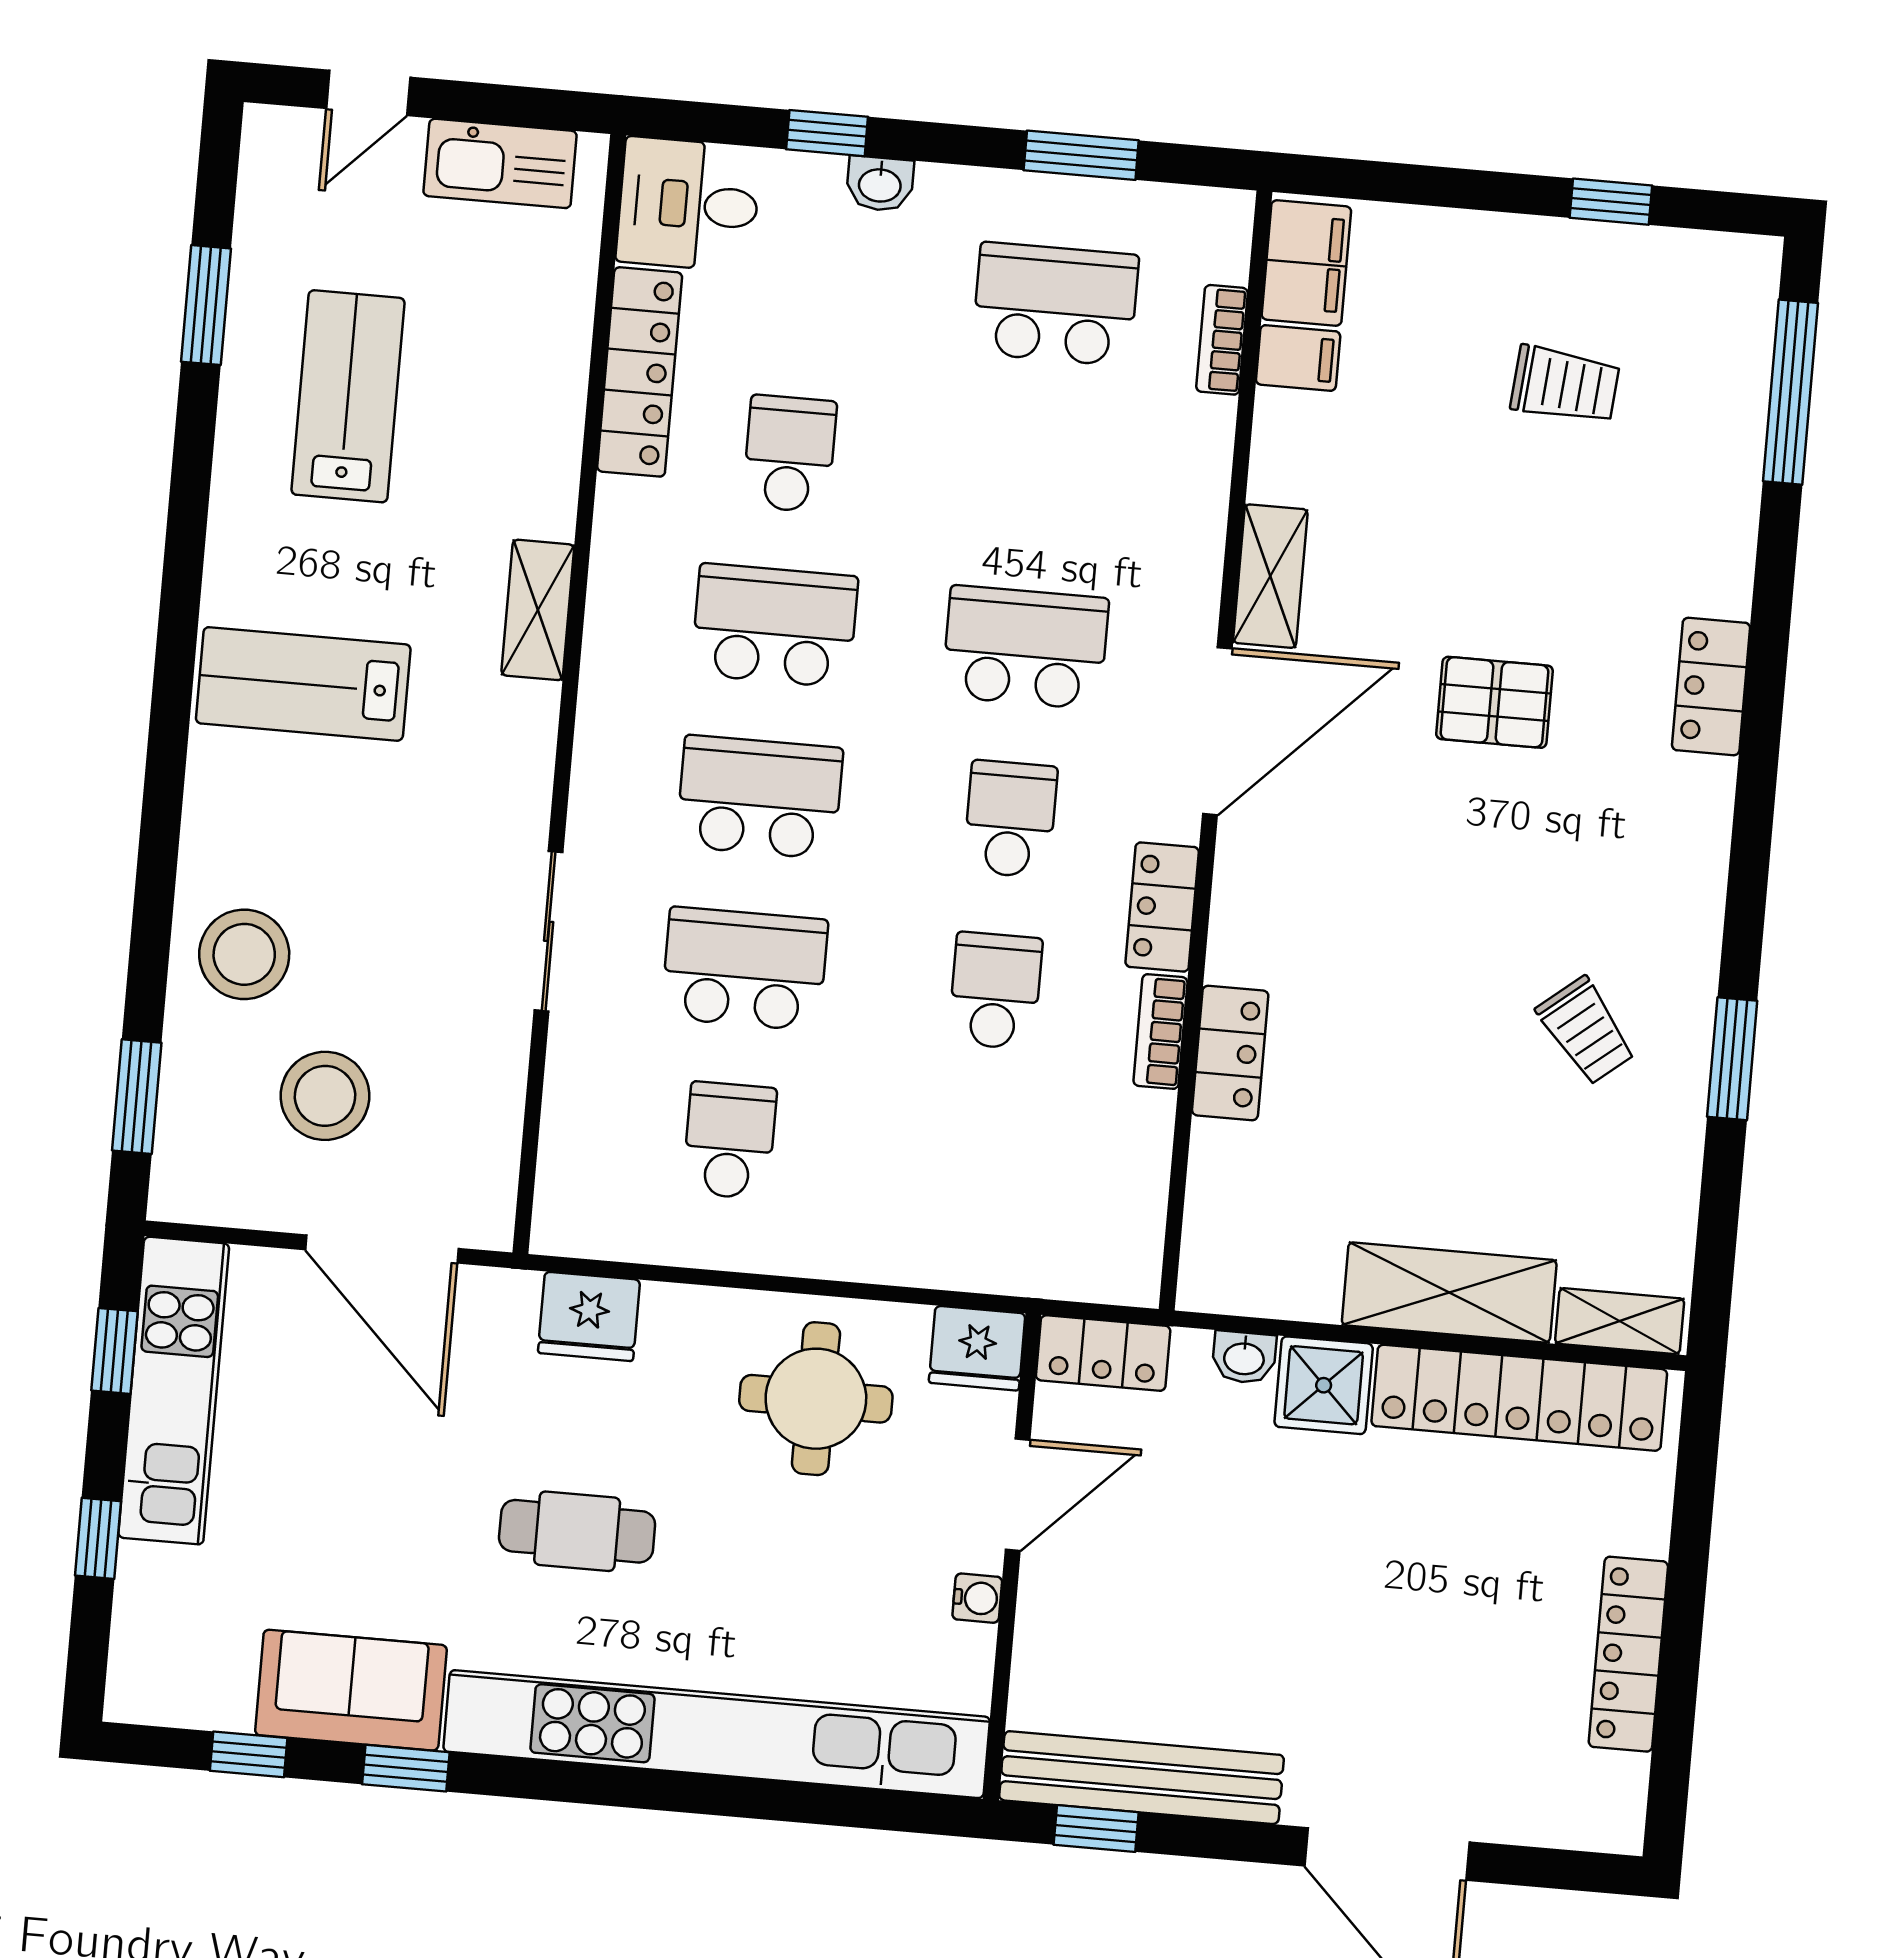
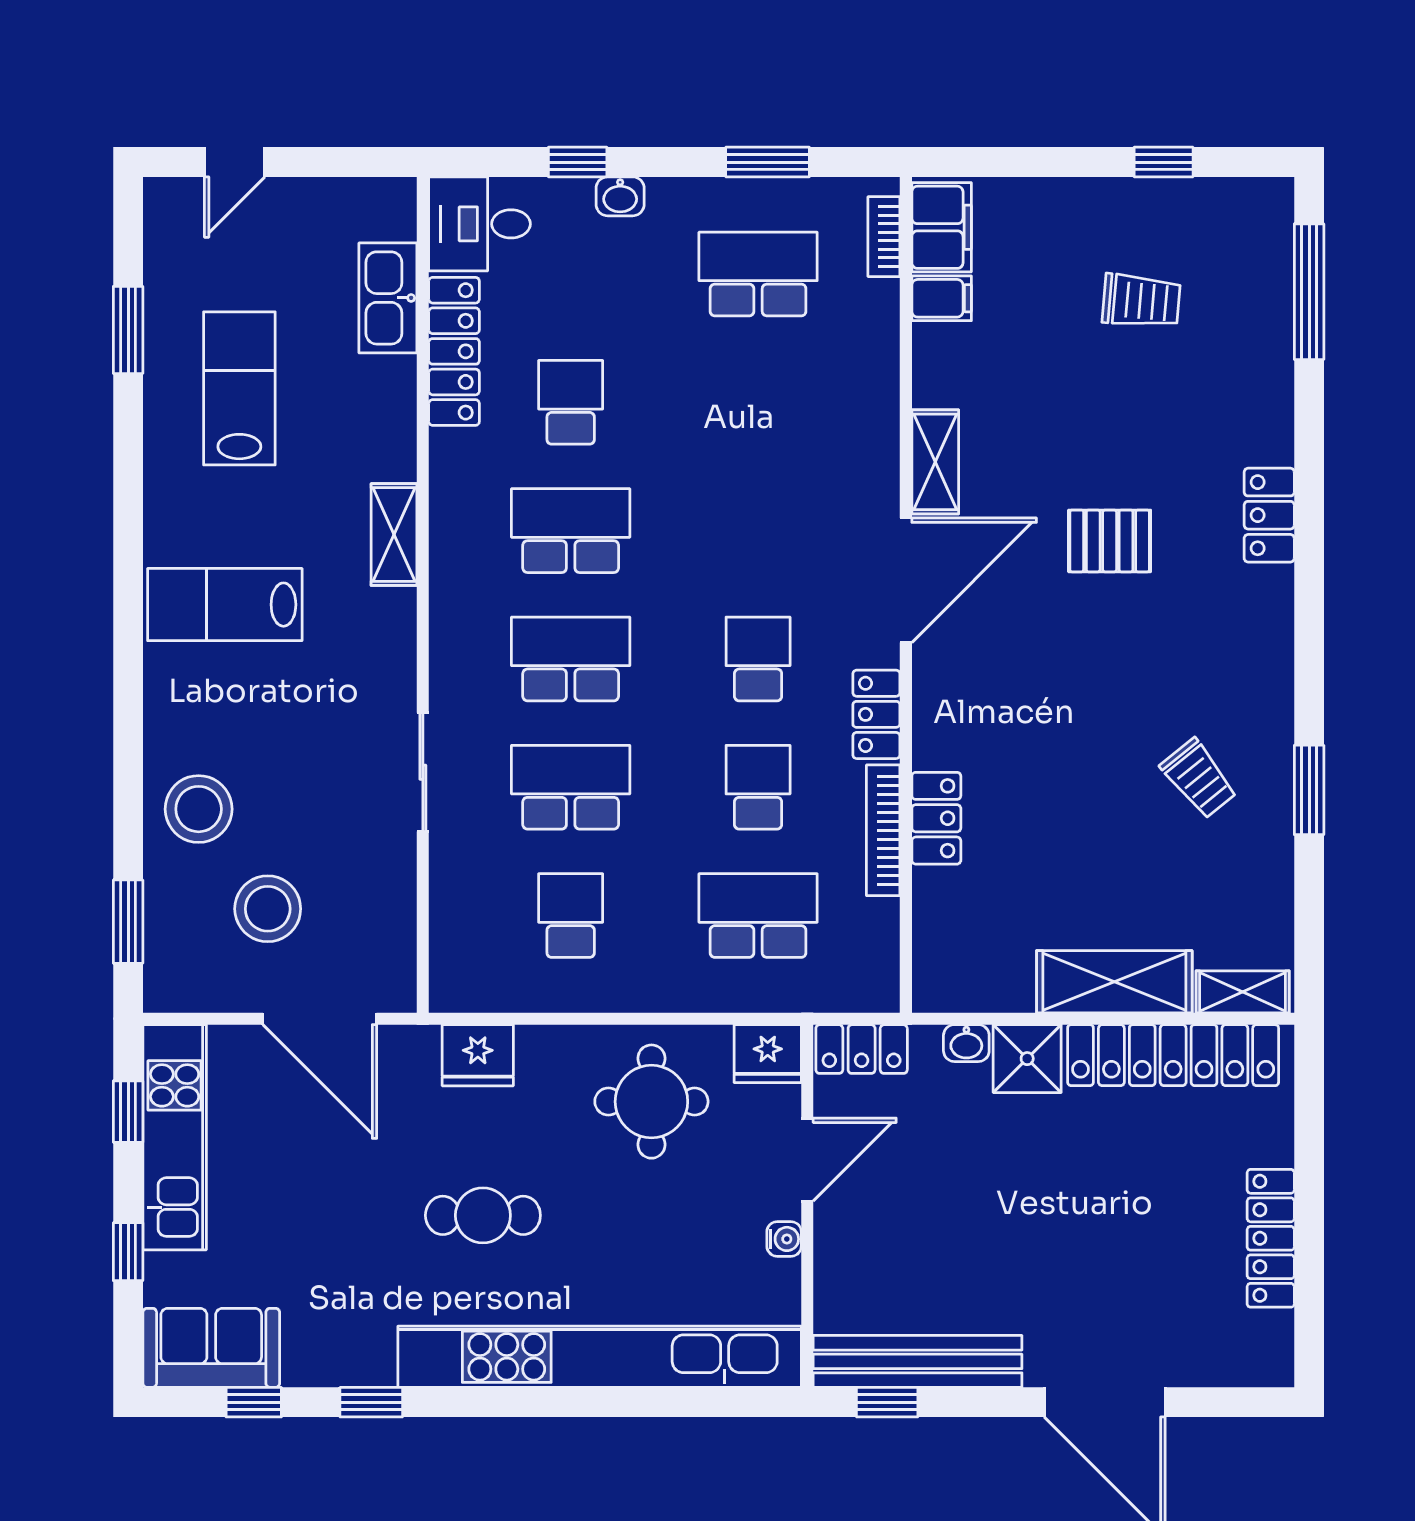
kitchen sink: (500, 163) -> (388, 298), moved, turned 90
bookcase: (1222, 340) -> (884, 237), moved
school desk: (1025, 647) -> (758, 916), moved
bookcase: (1160, 1032) -> (883, 830), width x1.56
sofa: (351, 1690) -> (211, 1348), moved

